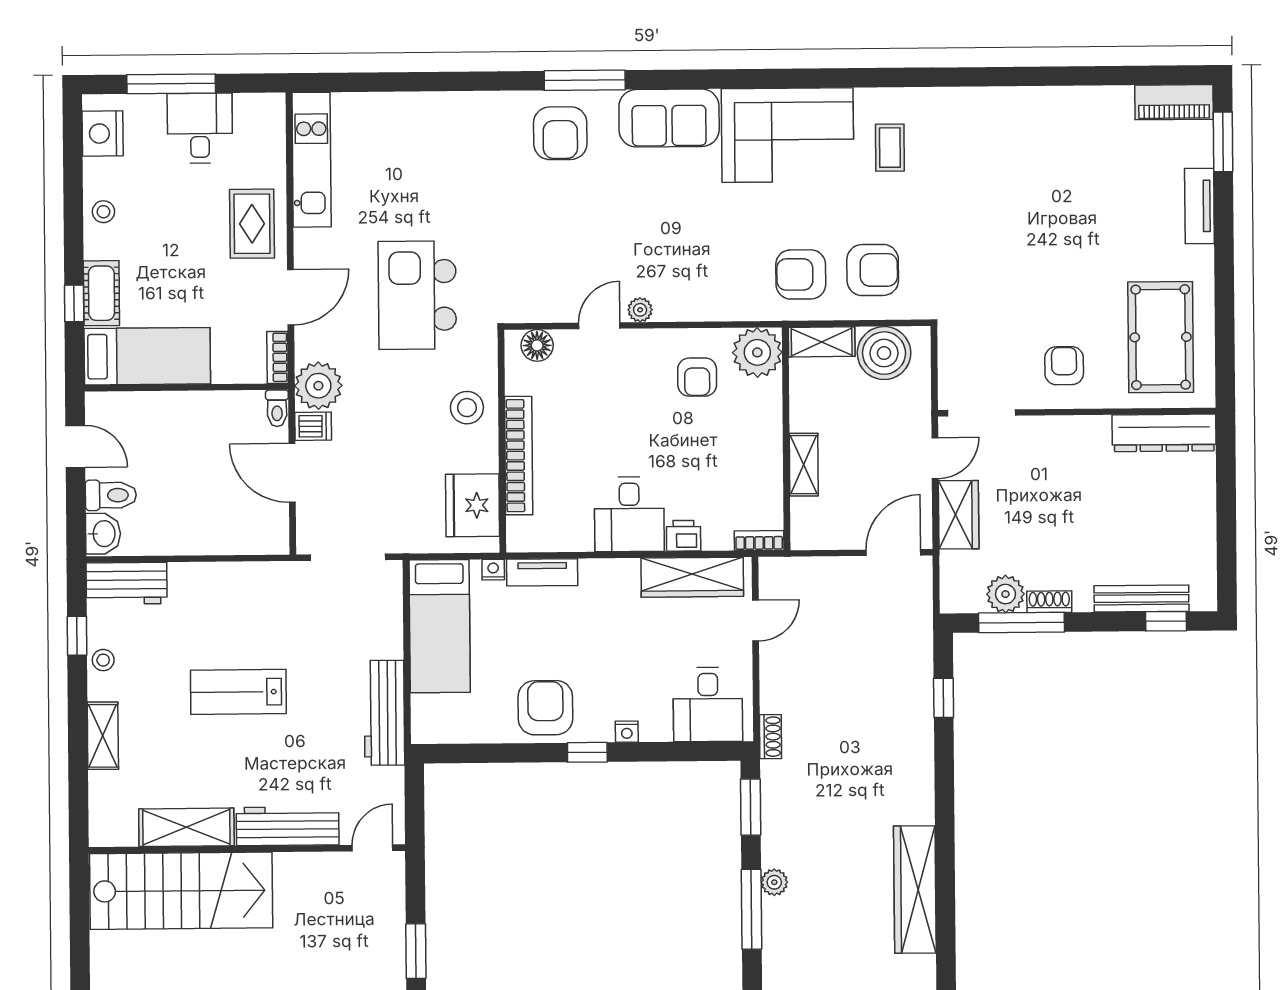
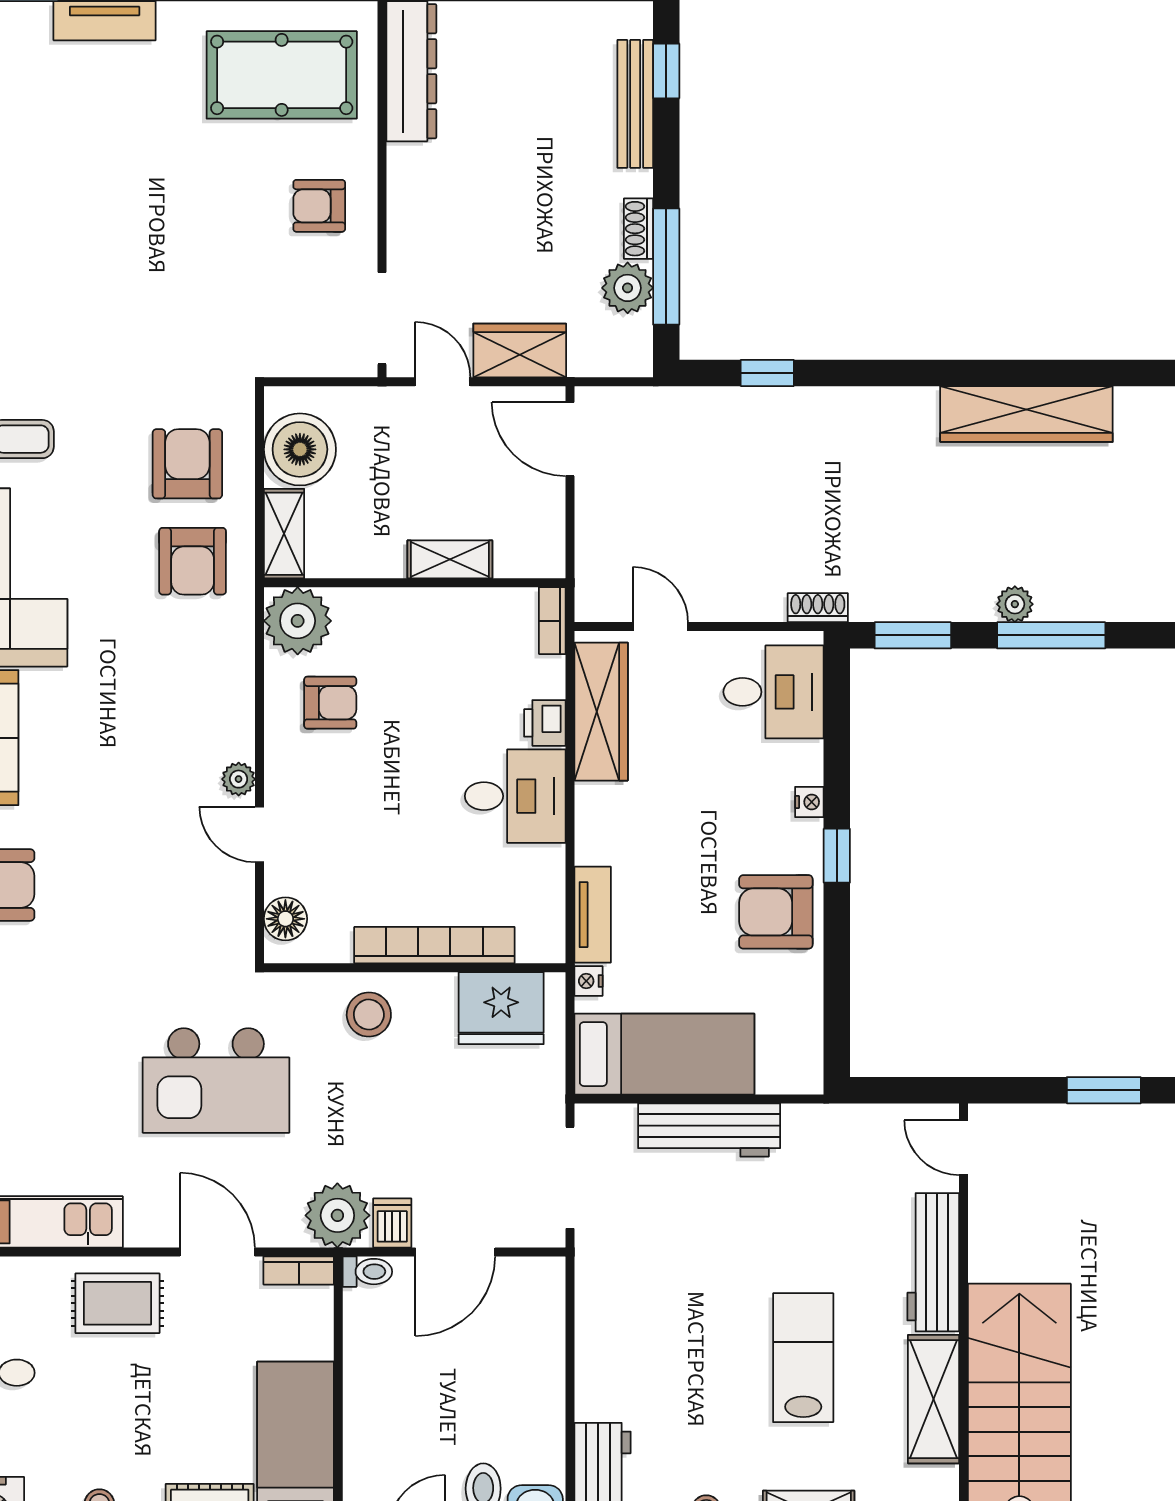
lab bench: (238, 692) -> (803, 1358), moved, turned 180
workbench: (384, 713) -> (709, 1130), moved

